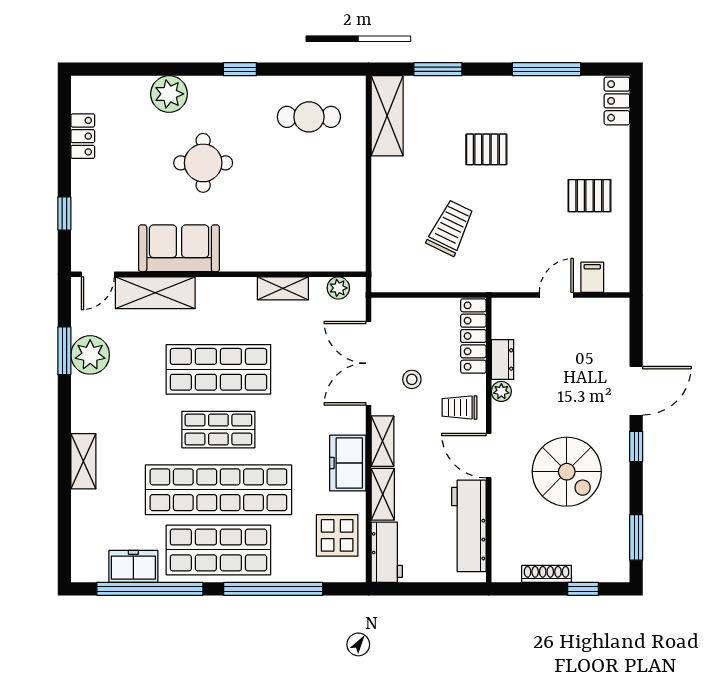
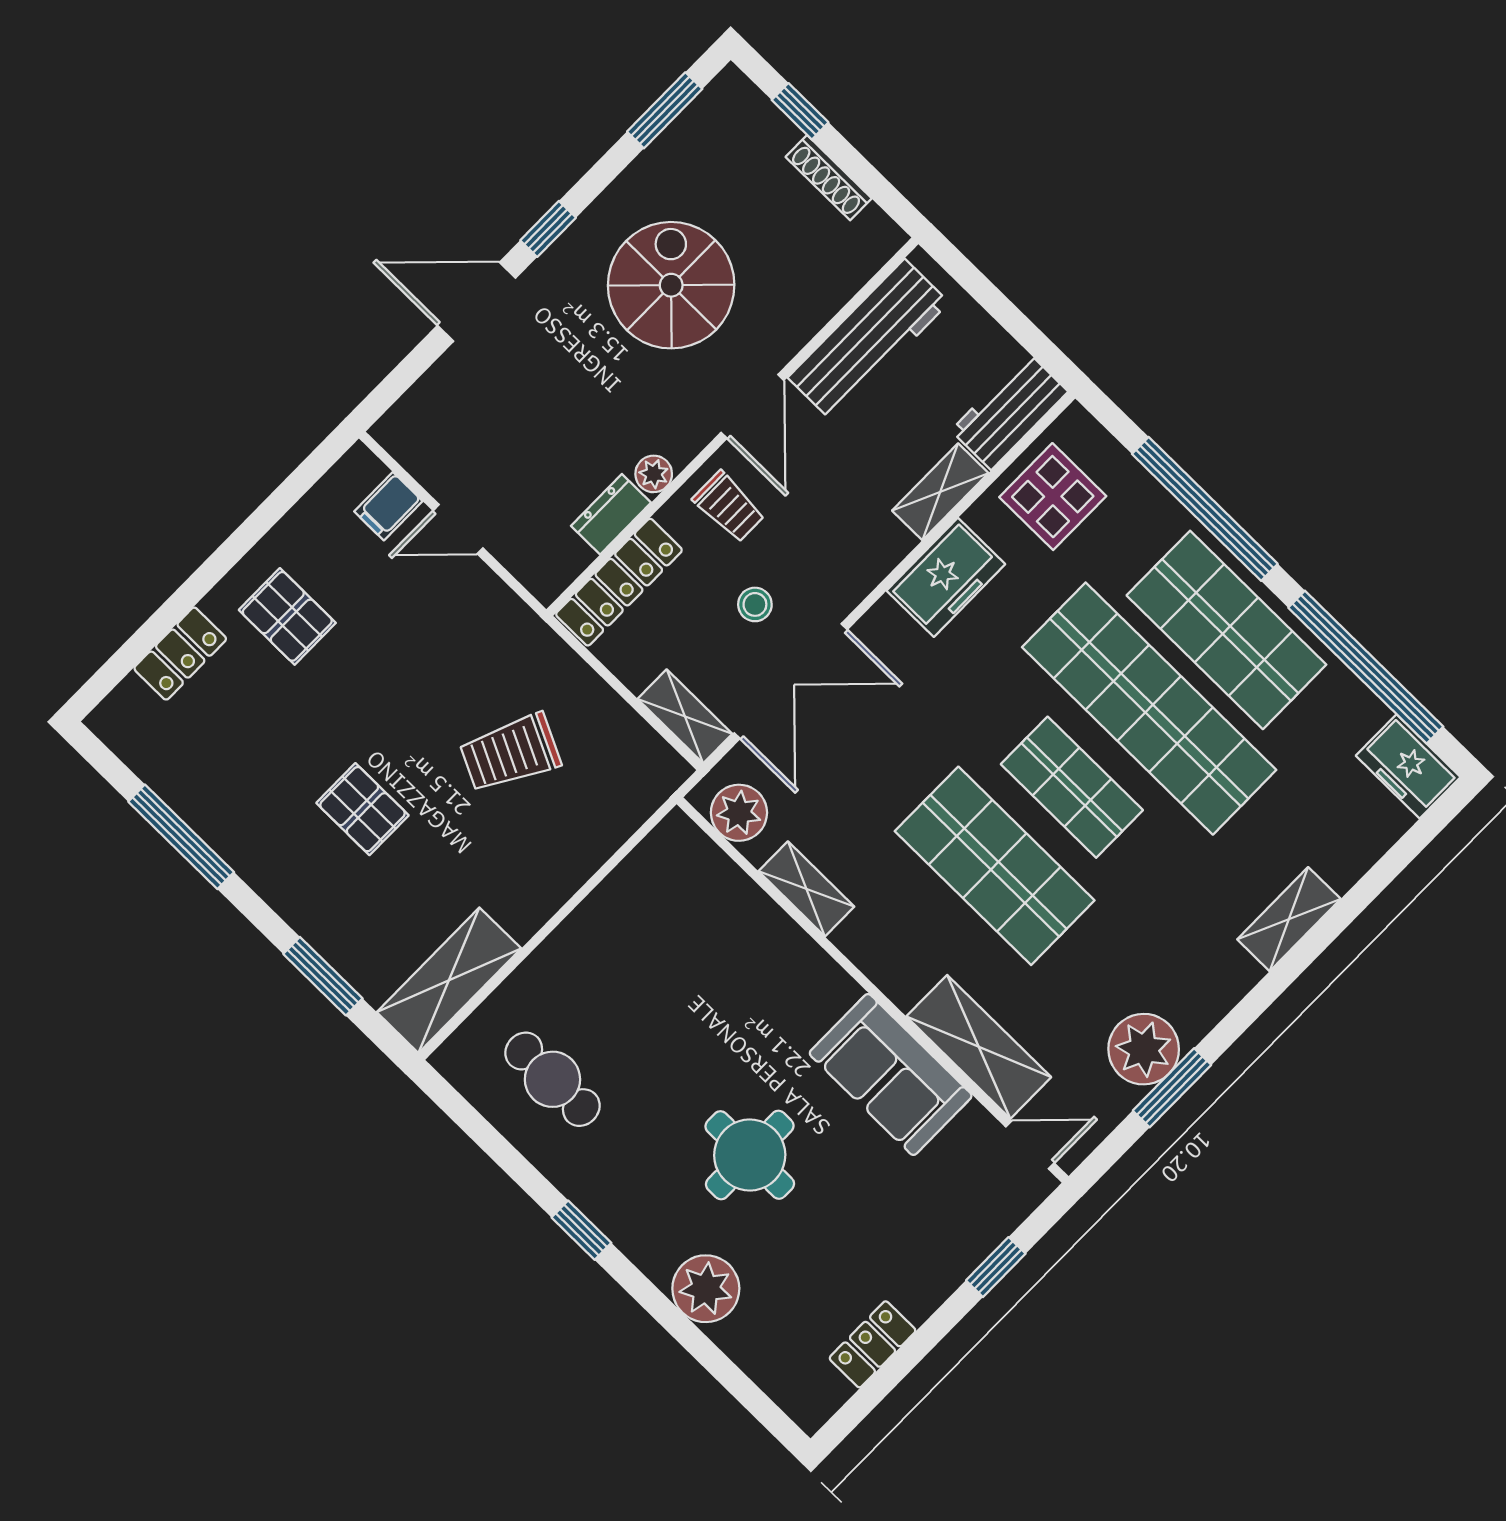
locker: (617, 101) -> (180, 654), moved
plant: (338, 288) -> (739, 813), width x1.38, depth x1.38
shelving: (382, 441) -> (685, 716), moved, turned 90
freezer: (133, 566) -> (1408, 766), moved

